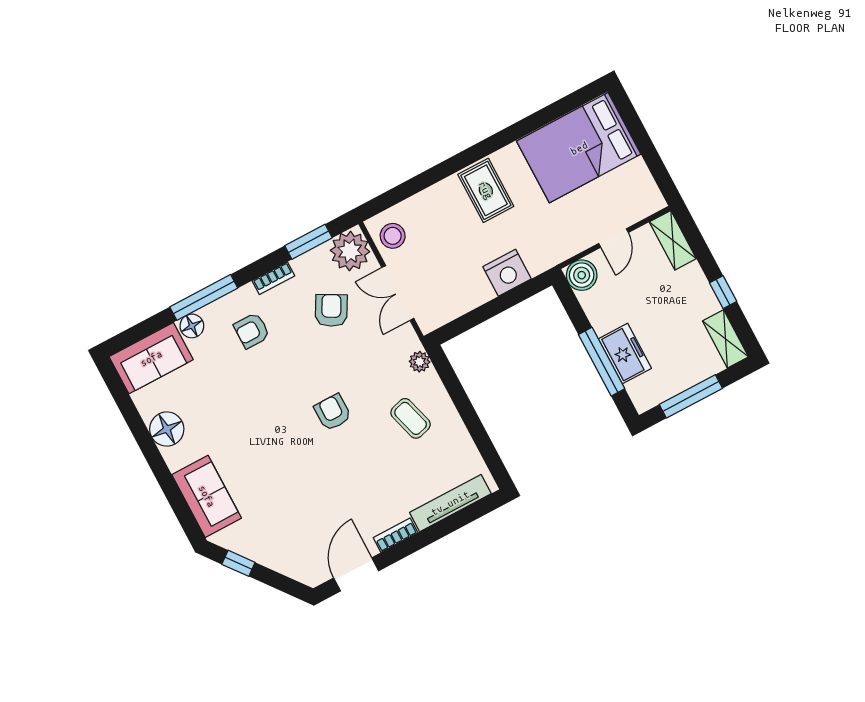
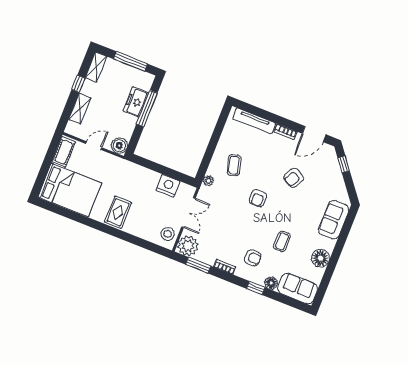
cot: (642, 186) -> (64, 152), added
shelving: (673, 240) -> (80, 109), moved
nightstand: (507, 273) -> (168, 186), moved
window: (204, 297) -> (256, 288), width x0.46
armchair: (331, 310) -> (294, 178), moved
coffee table: (239, 394) -> (282, 241), added
window: (238, 563) -> (344, 164), moved

